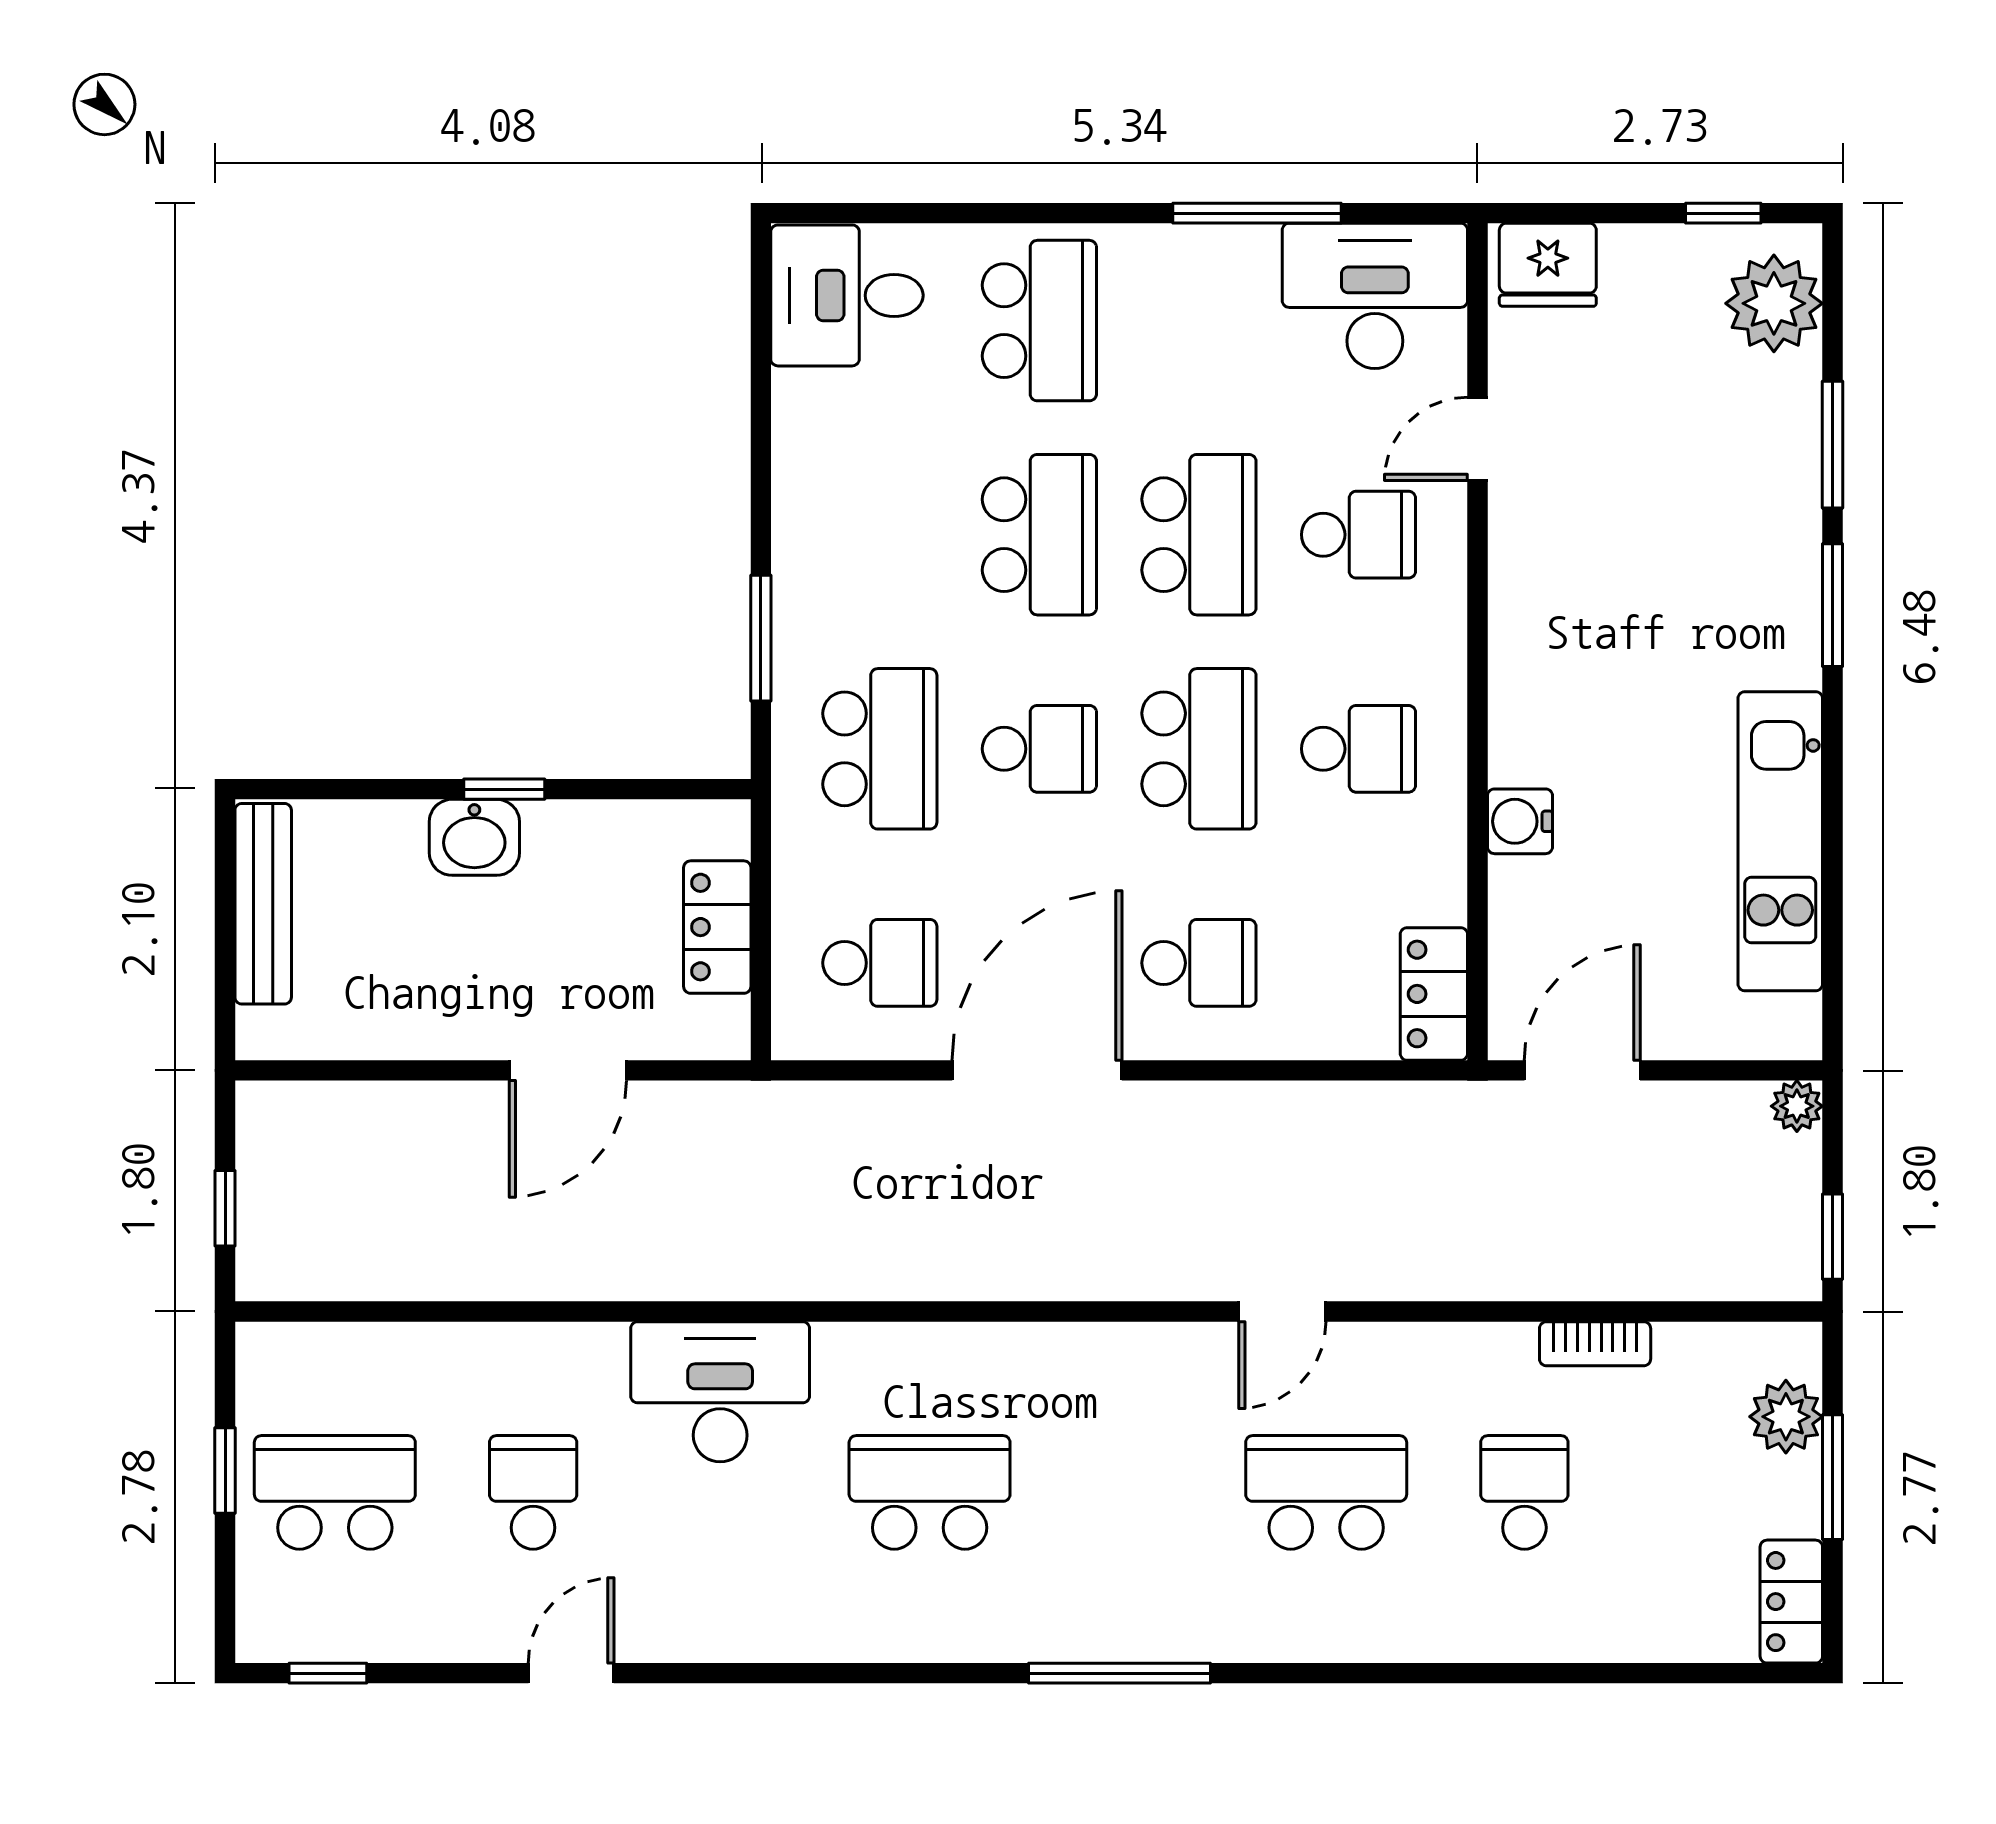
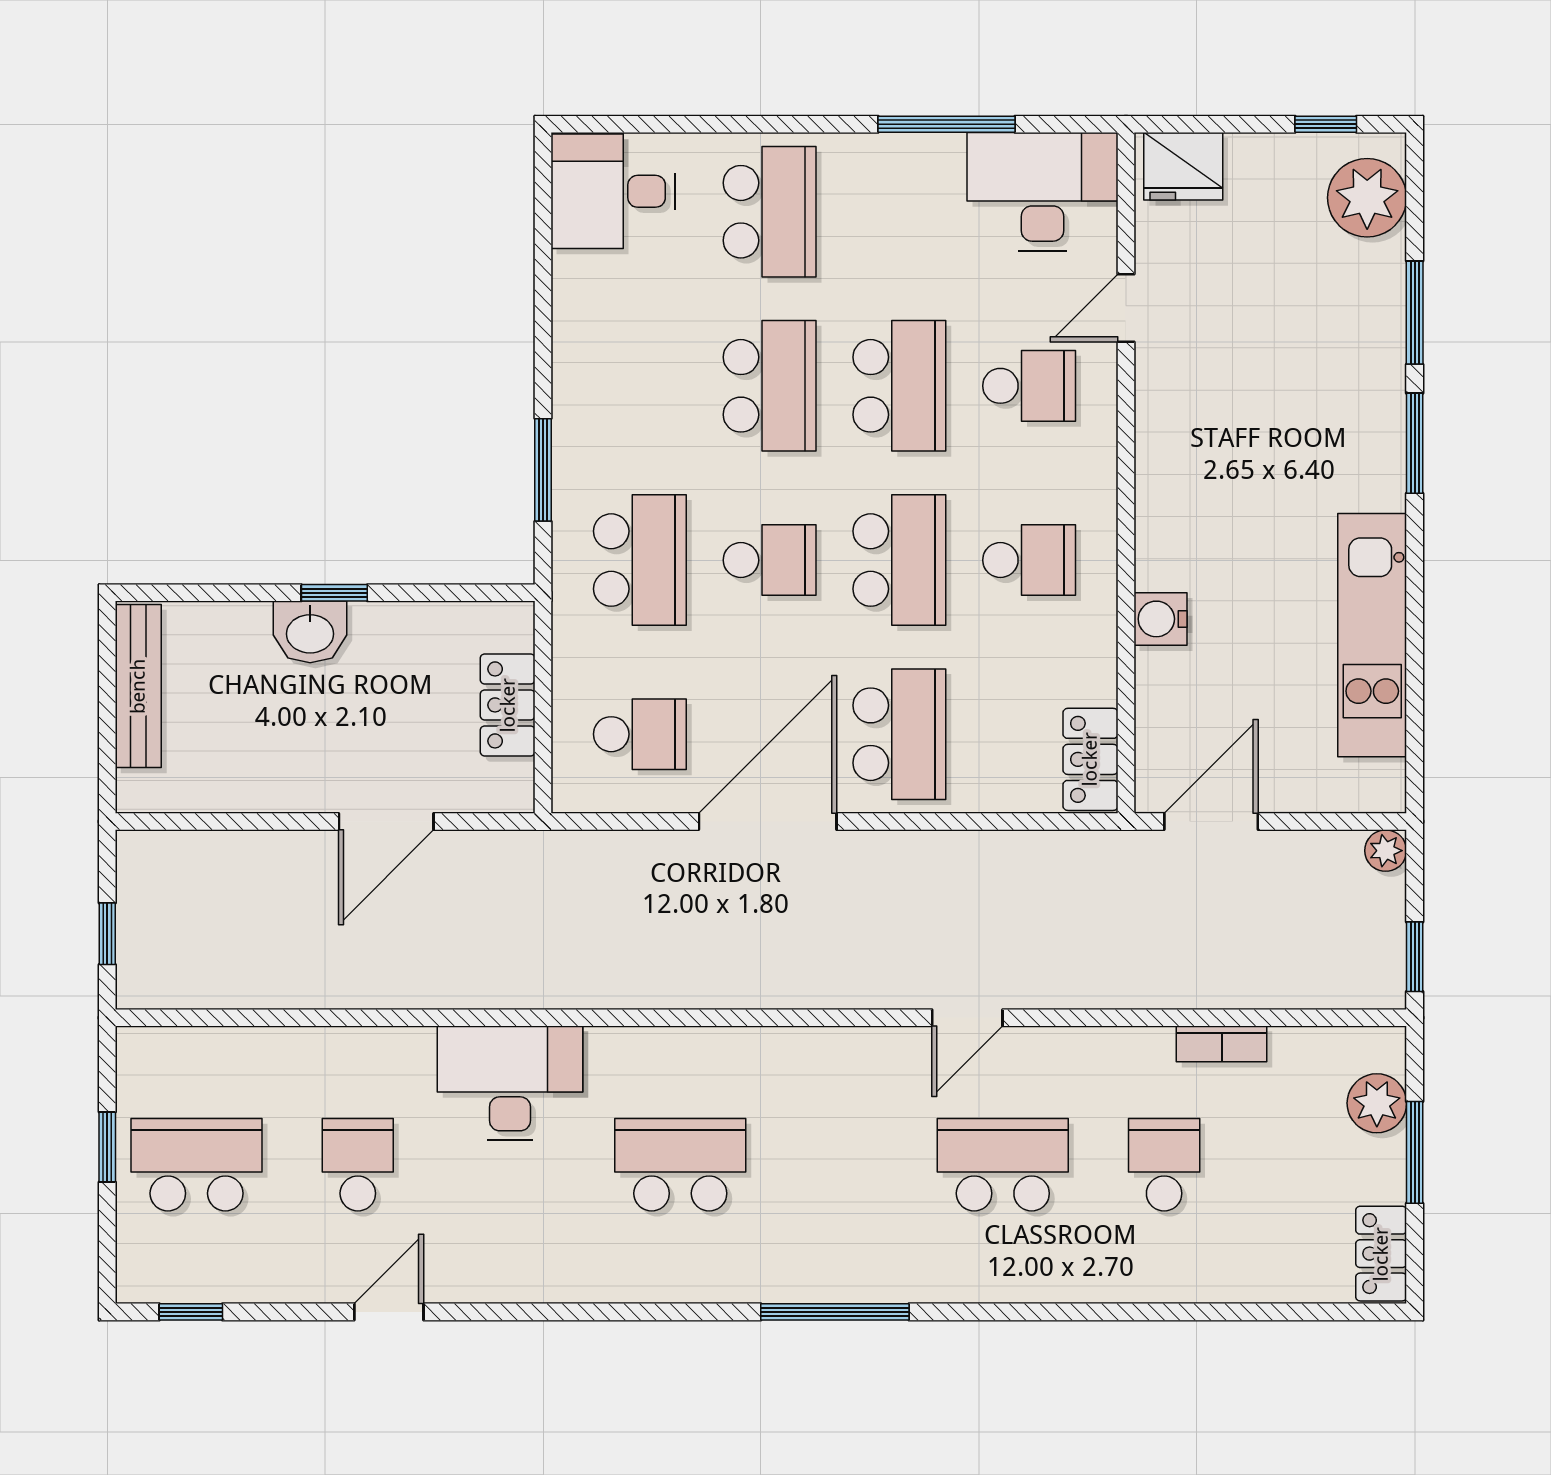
school desk: (1199, 963) -> (899, 734), width x1.85

